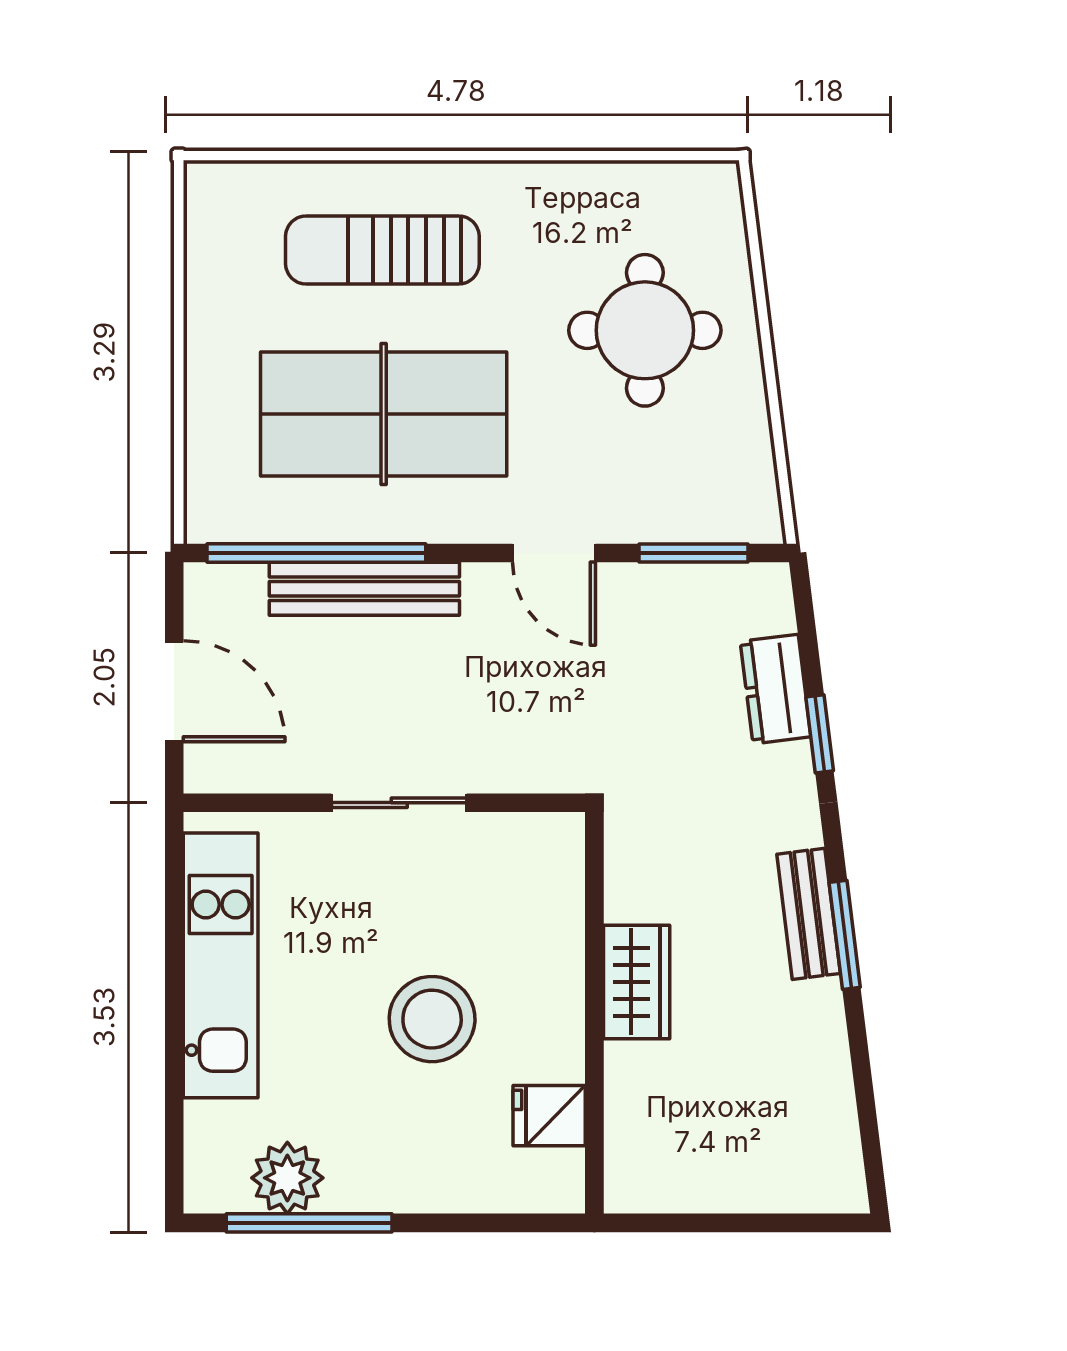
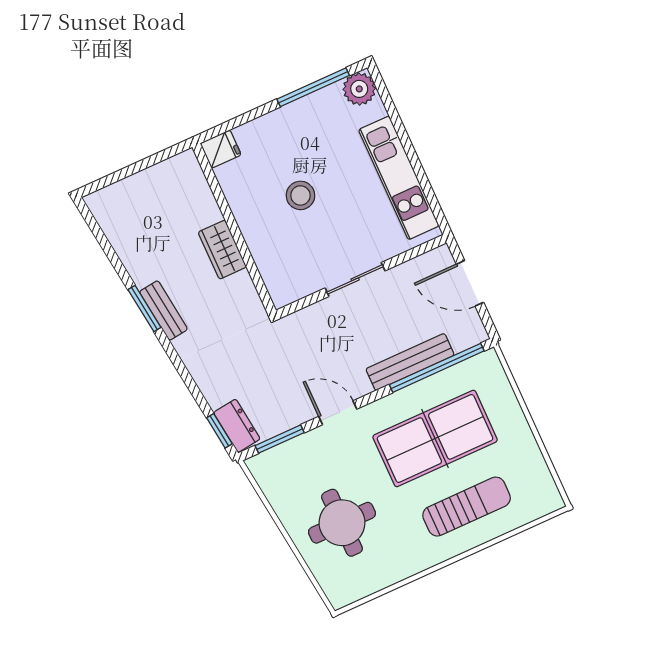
dresser: (775, 689) -> (237, 426), moved
window: (820, 734) -> (219, 431), moved
stool: (432, 1019) -> (300, 195), width x0.73, depth x0.73
fridge: (549, 1116) -> (221, 149), moved
plant: (287, 1178) -> (359, 89), moved

